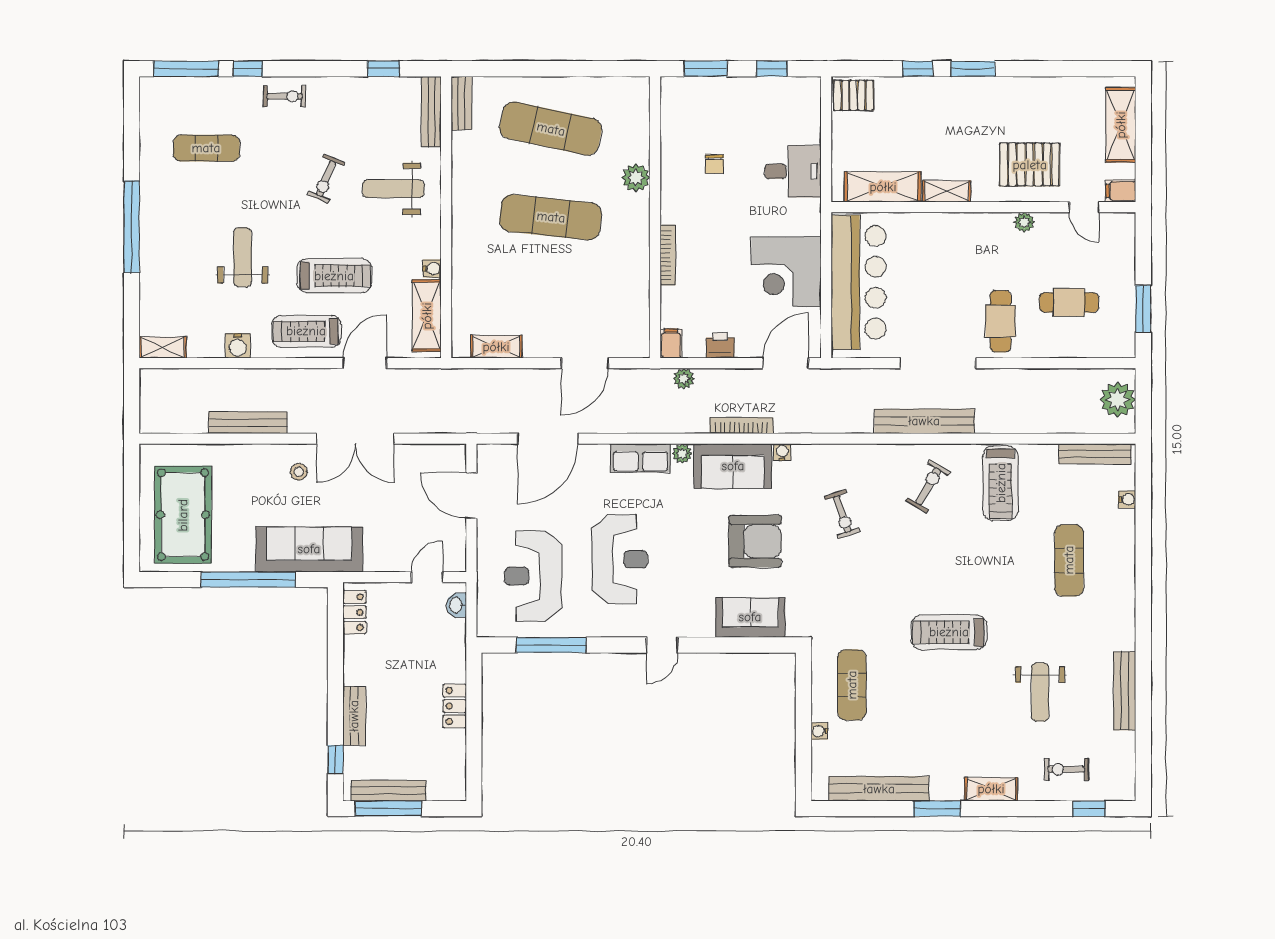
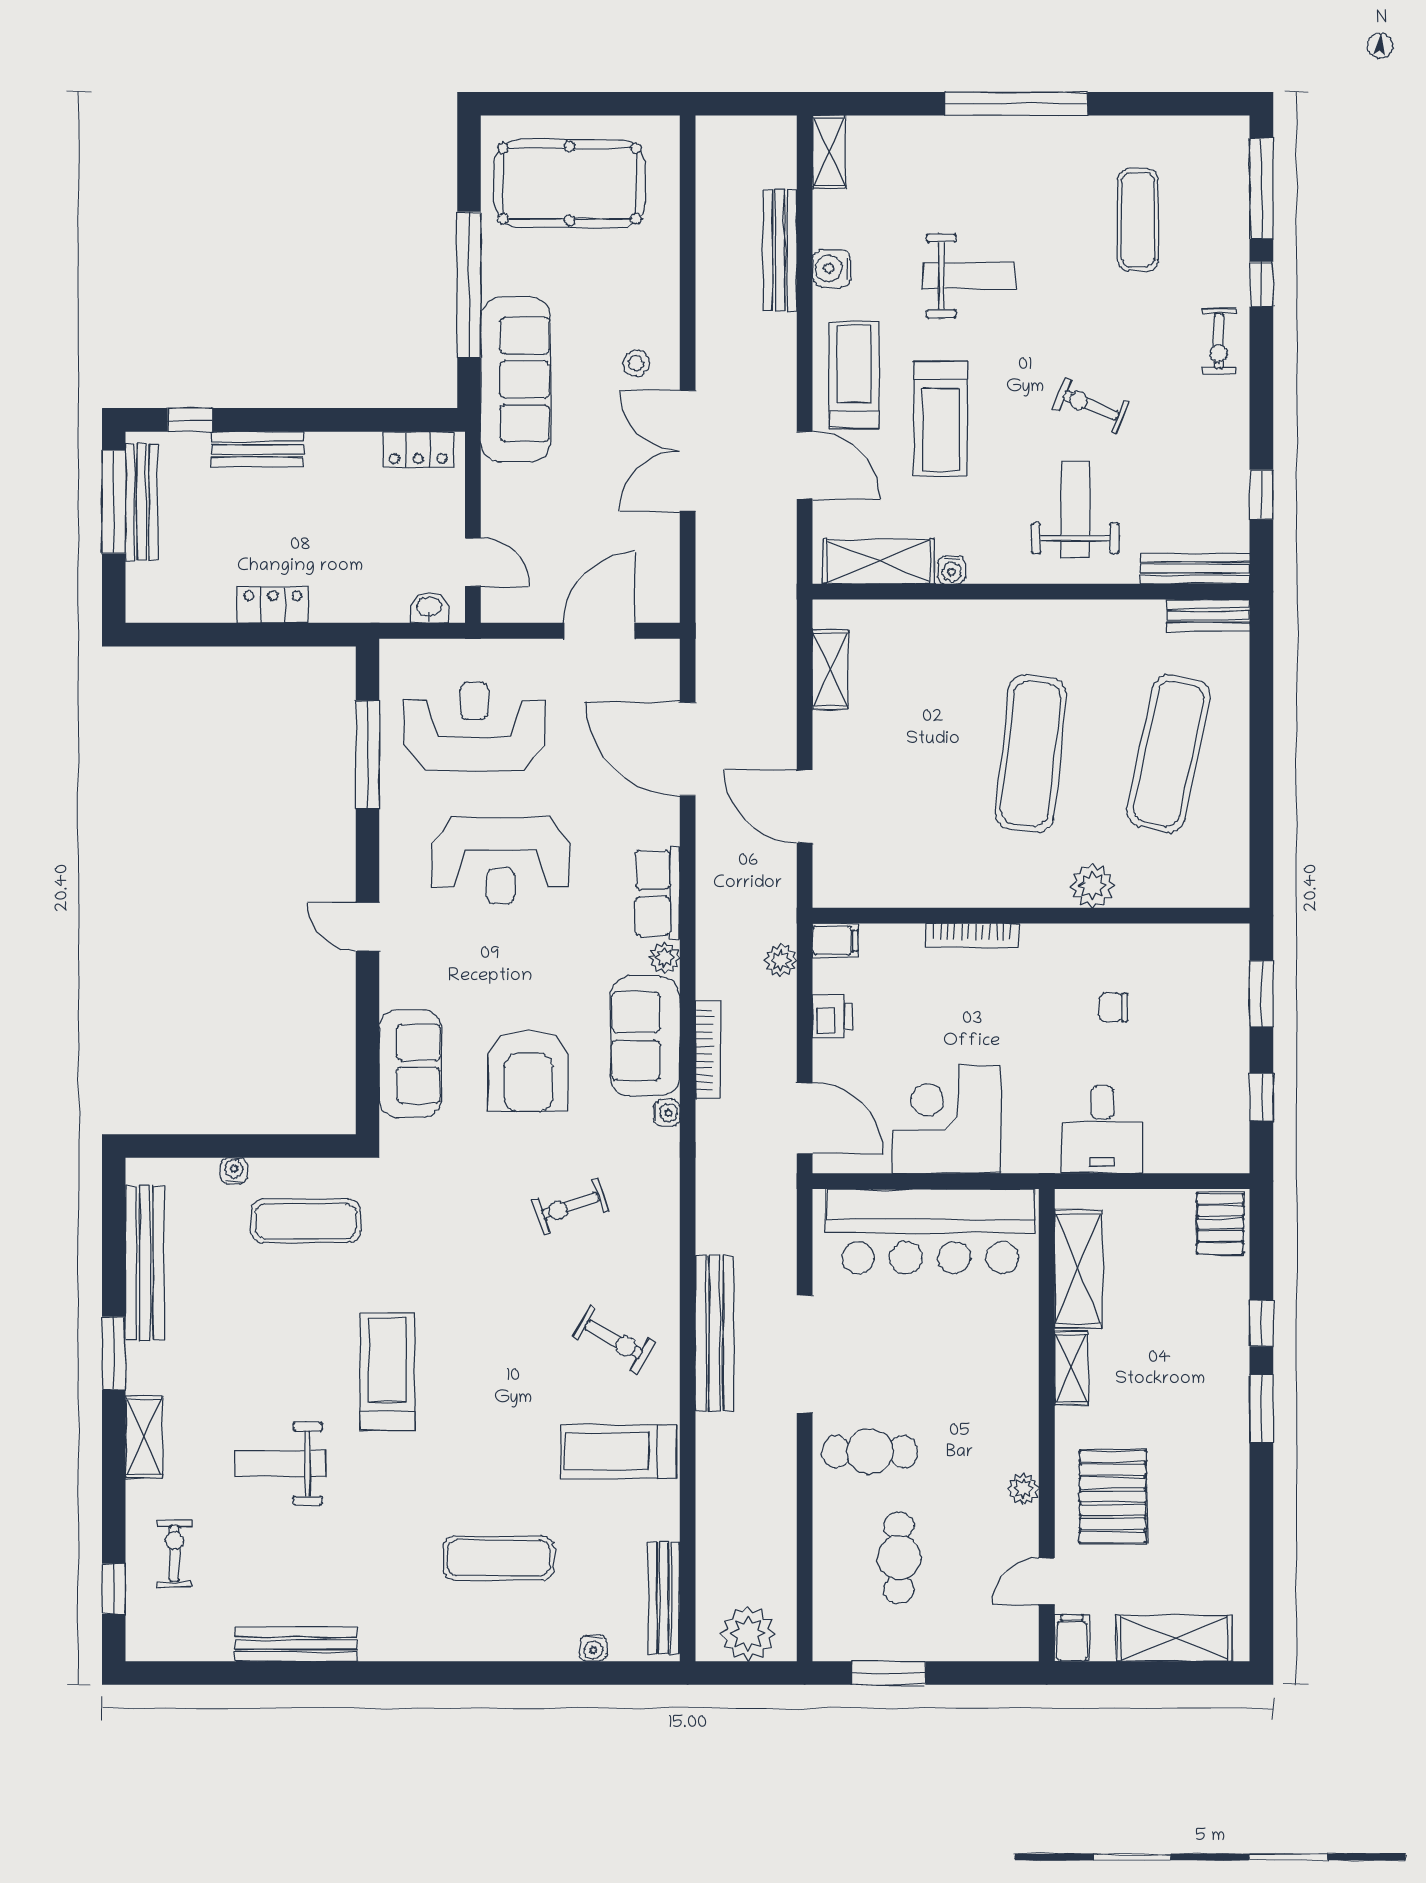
bench: (248, 423) -> (780, 250), moved
weight bench: (1040, 692) -> (280, 1464), moved

